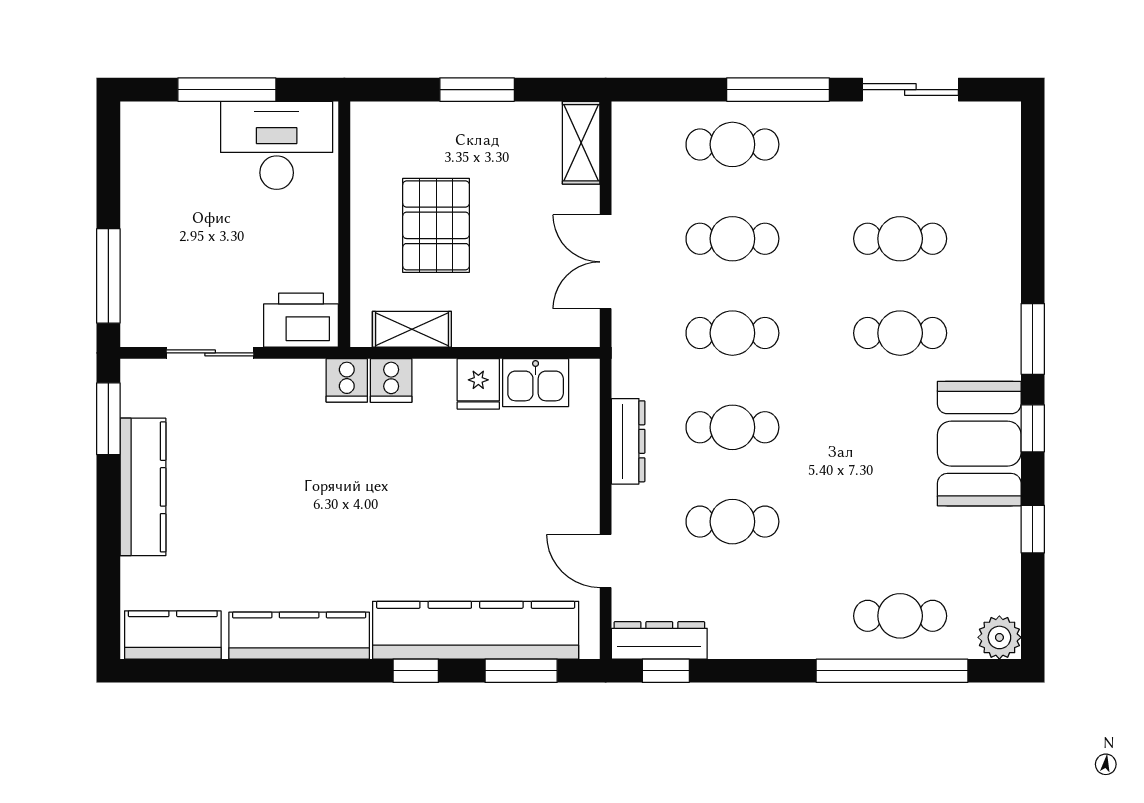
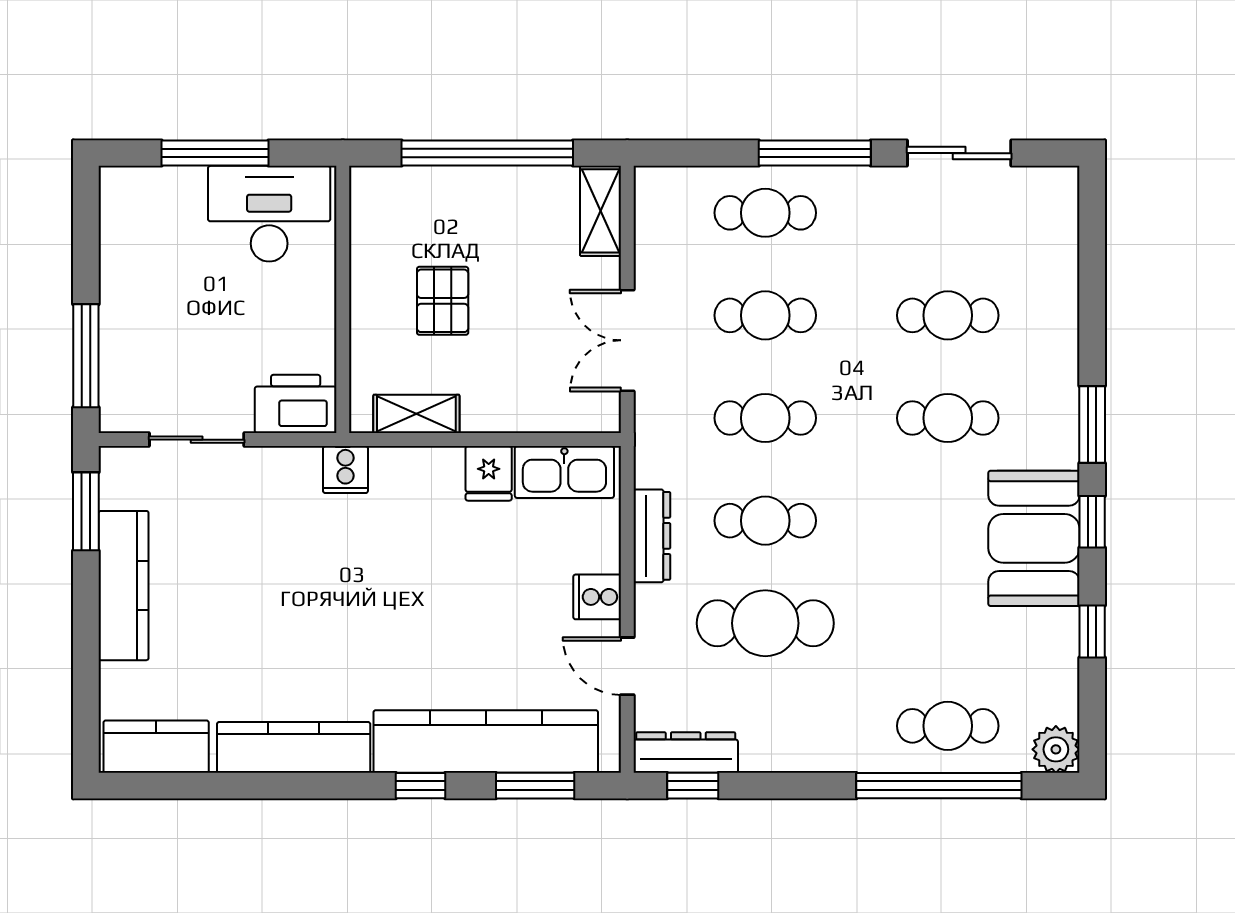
window: (477, 90) -> (487, 153), width x2.11
pallet: (436, 225) -> (443, 301), width x0.67, depth x0.71
cooker: (391, 381) -> (597, 597), moved, turned 90
kitchen sink: (536, 383) -> (564, 472), width x1.38
cafe table: (732, 522) -> (765, 623), width x1.37, depth x1.35

